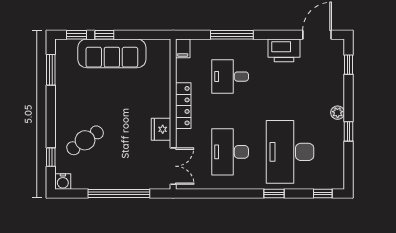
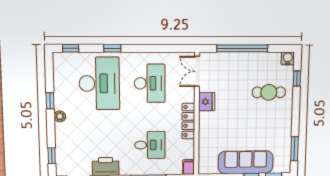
cafe table: (85, 140) -> (269, 92), turned 34

